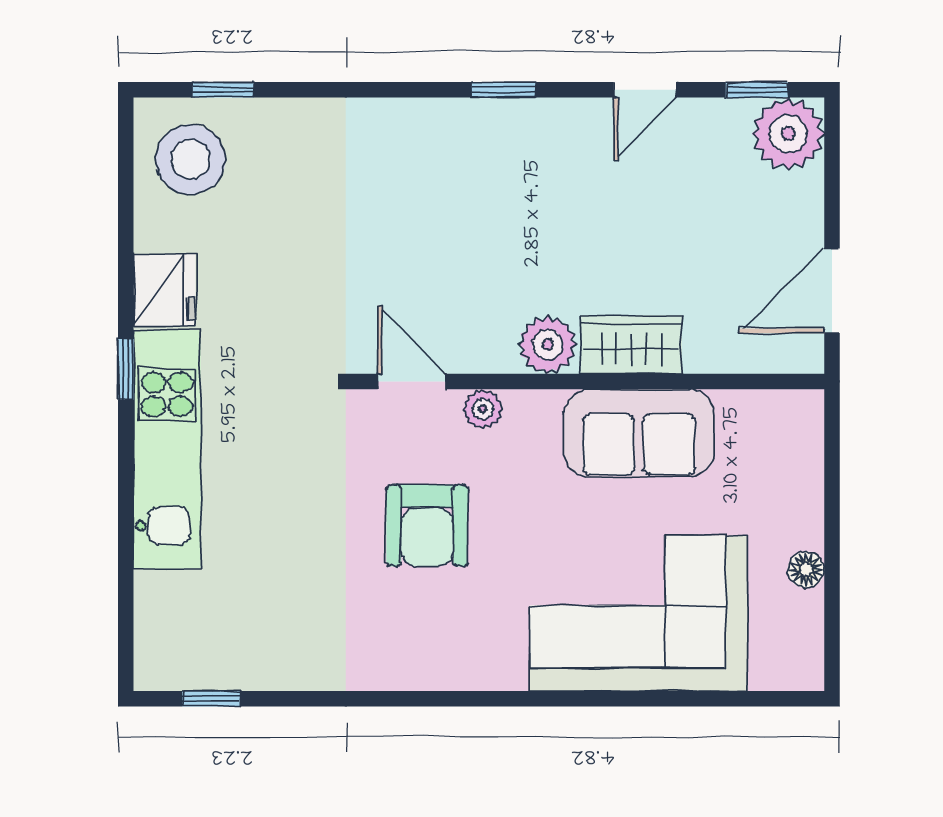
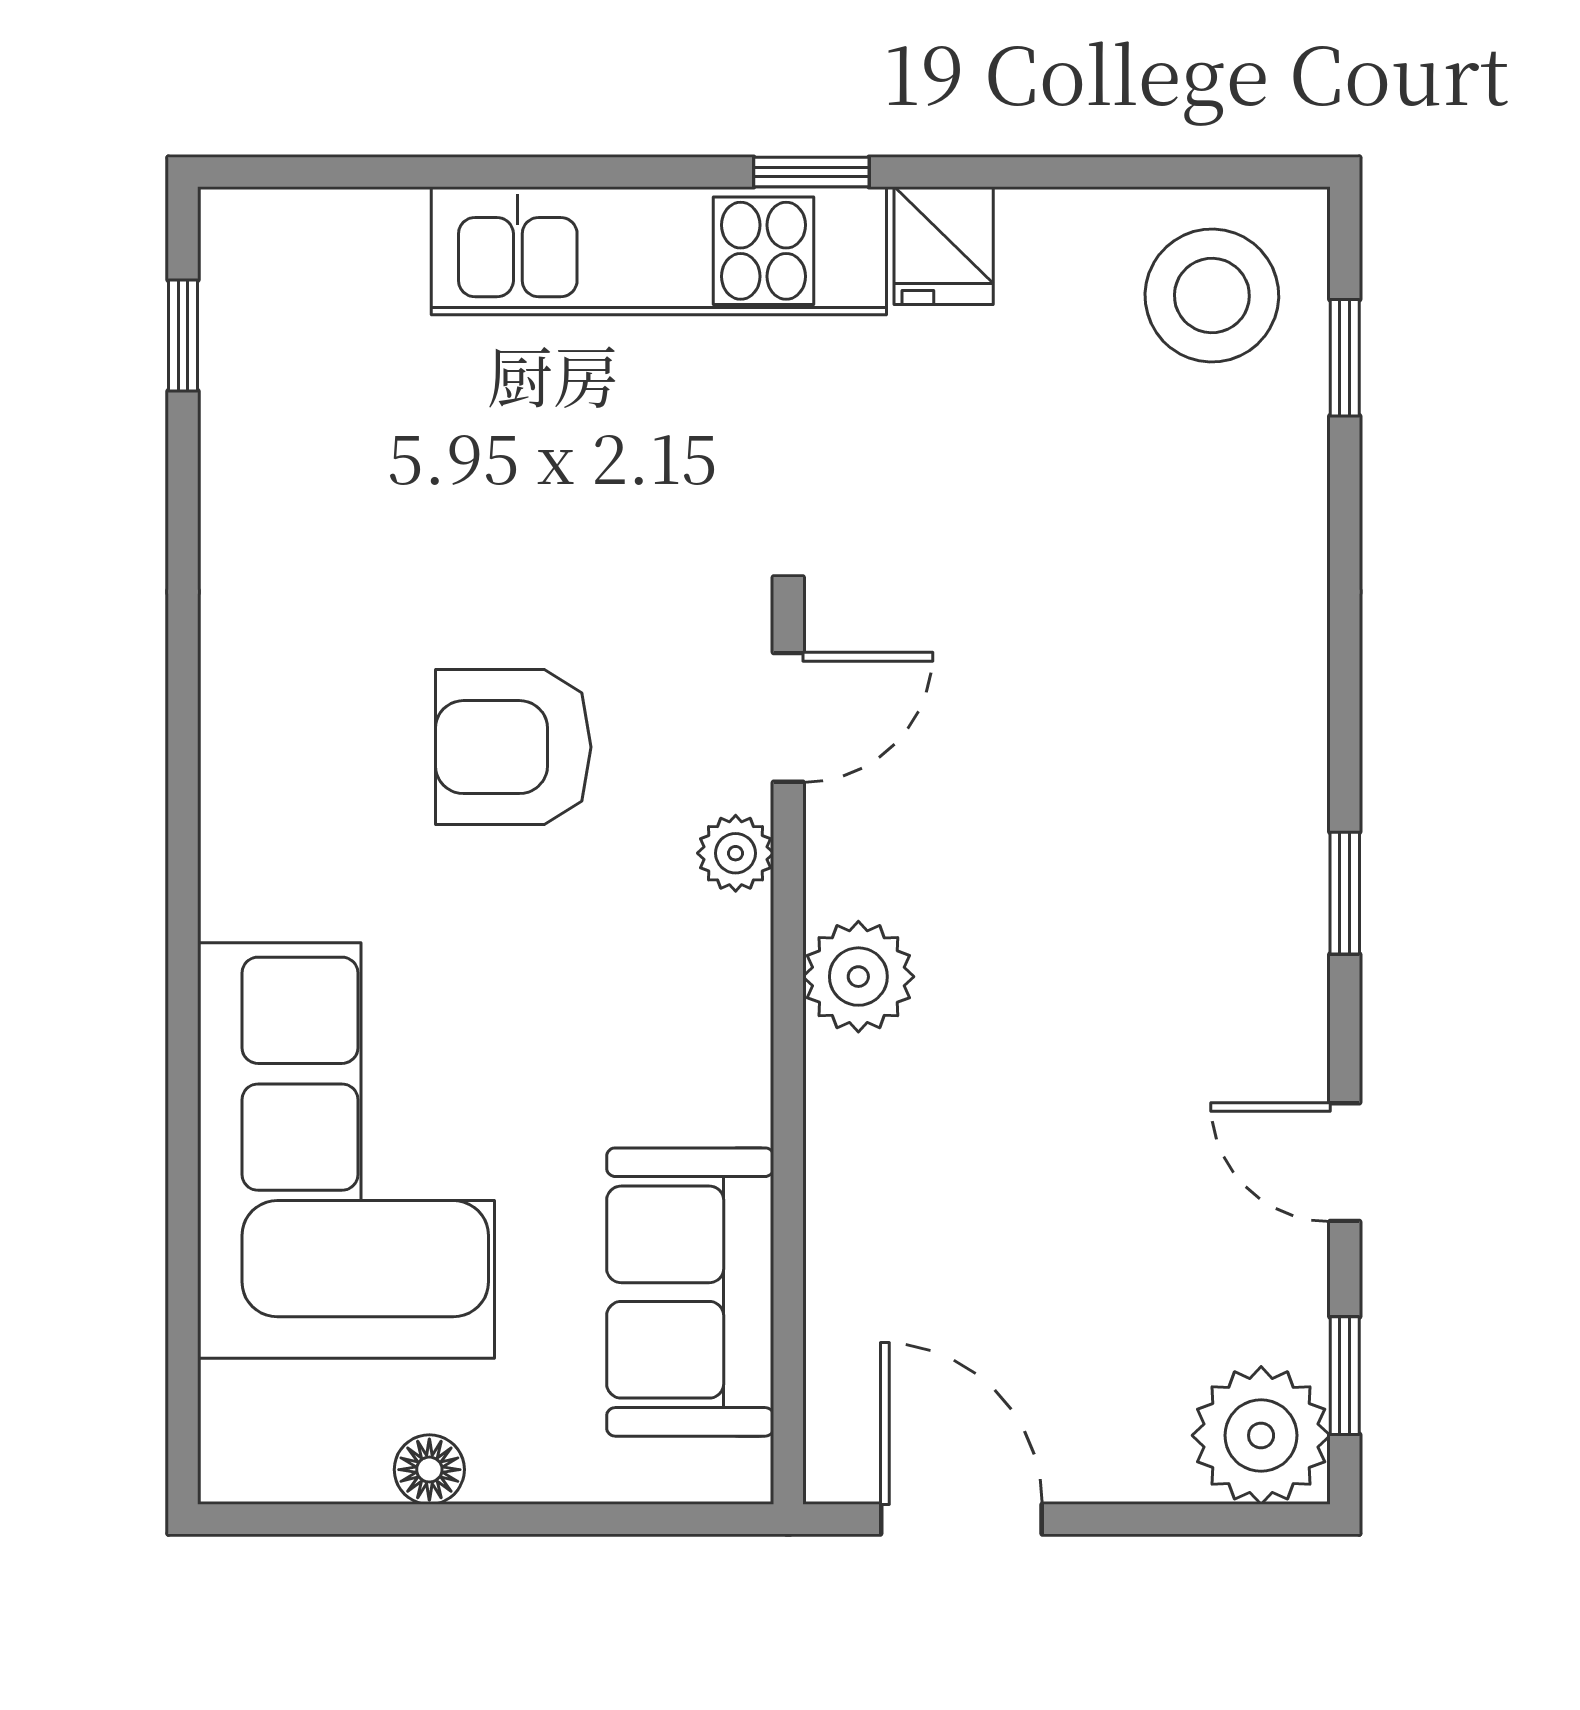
fridge: (164, 290) -> (944, 246), width x0.72
wardrobe: (631, 344) -> (859, 1136), removed
sofa: (639, 433) -> (690, 1292), moved

